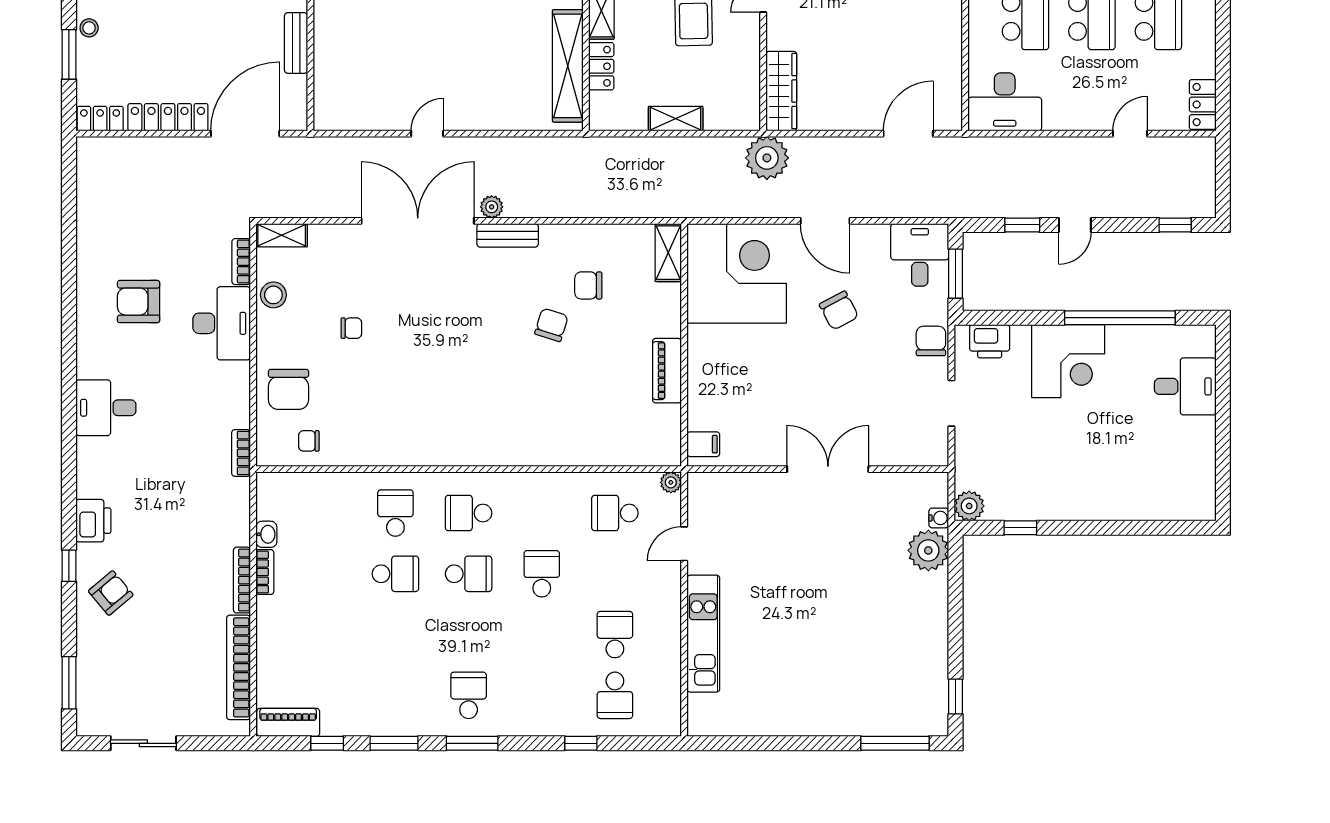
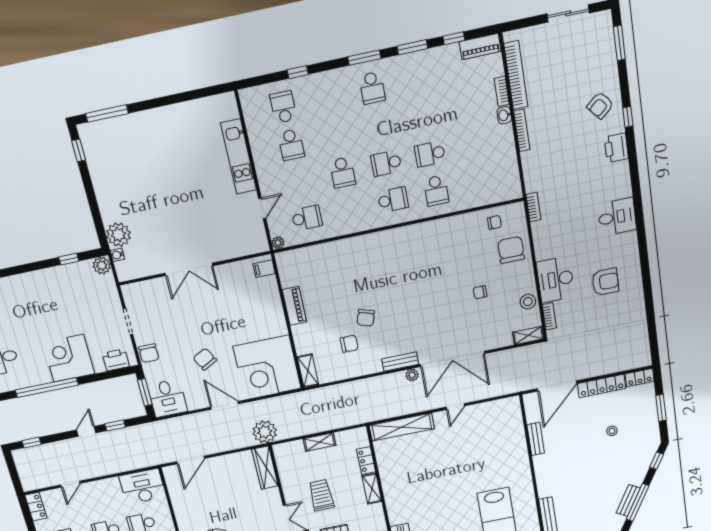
stool: (89, 28) -> (612, 431), moved
shelving: (568, 66) -> (402, 427), moved, turned 90
washbasin: (266, 534) -> (504, 115), moved
bookcase: (265, 572) -> (502, 91), moved

